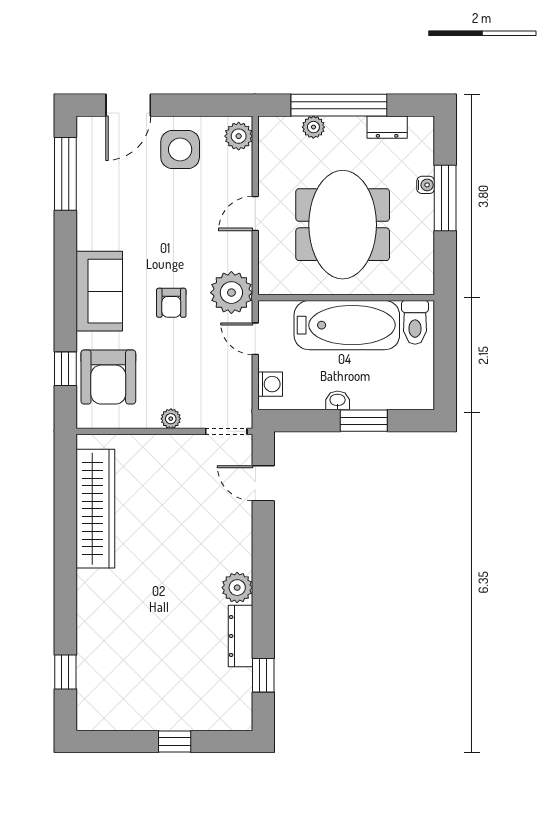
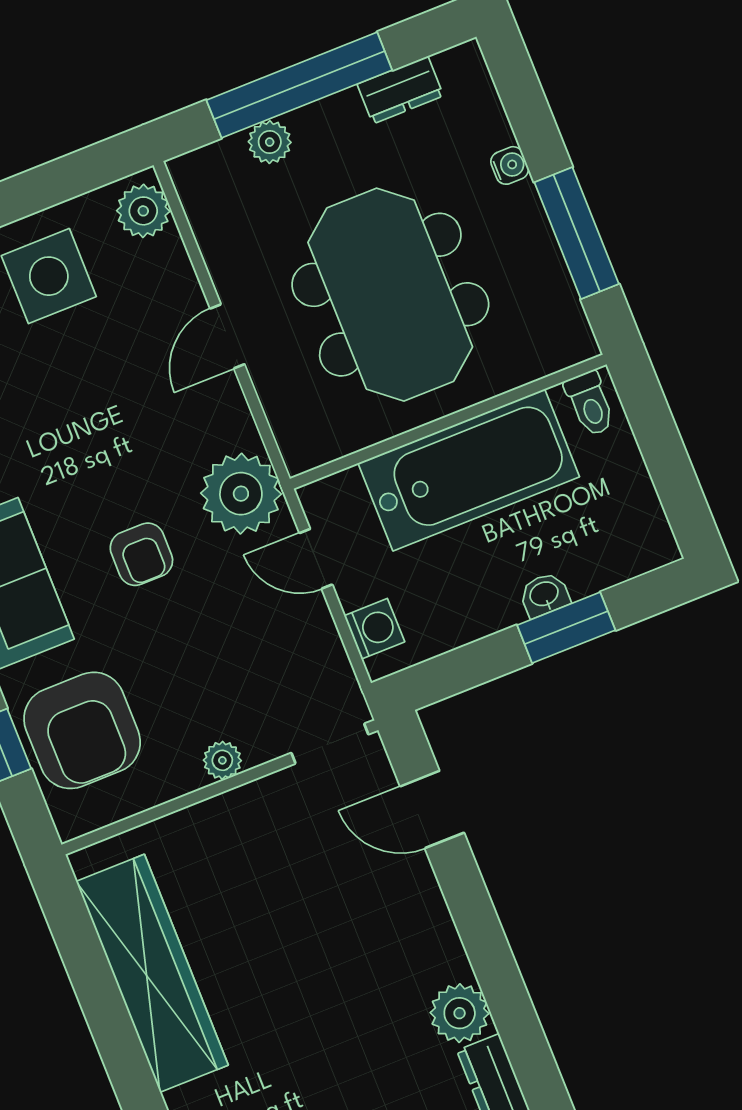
window: (445, 198) -> (577, 233), moved
toilet: (415, 322) -> (590, 404), width x0.73, depth x0.72
washbasin: (338, 400) -> (544, 595), moved

